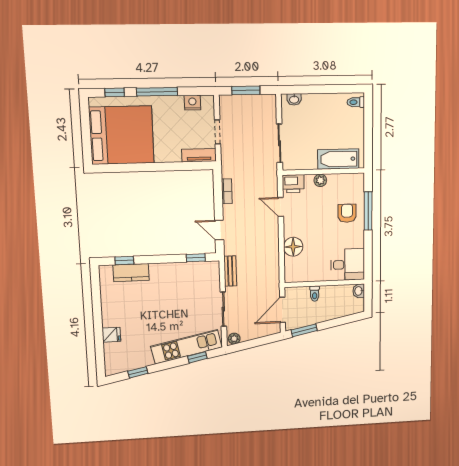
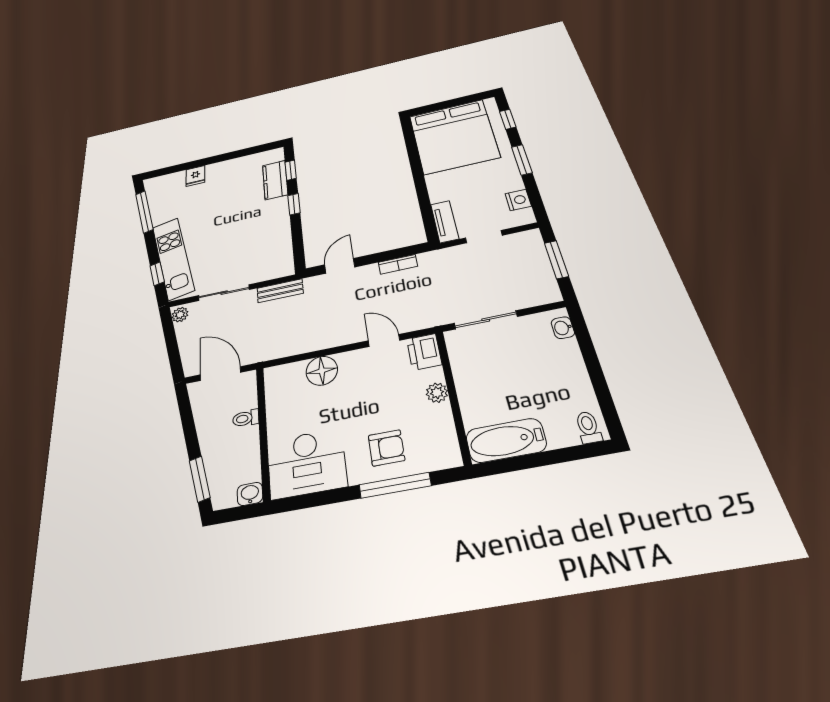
window: (157, 92) -> (522, 160), width x0.69
bathtub: (338, 159) -> (506, 440), moved, turned -90
door: (281, 207) -> (384, 340), hinge flipped
window: (196, 258) -> (294, 204), moved
desk: (348, 265) -> (307, 463), width x1.37
window: (304, 330) -> (200, 479), moved
window: (138, 372) -> (144, 212), width x2.17

